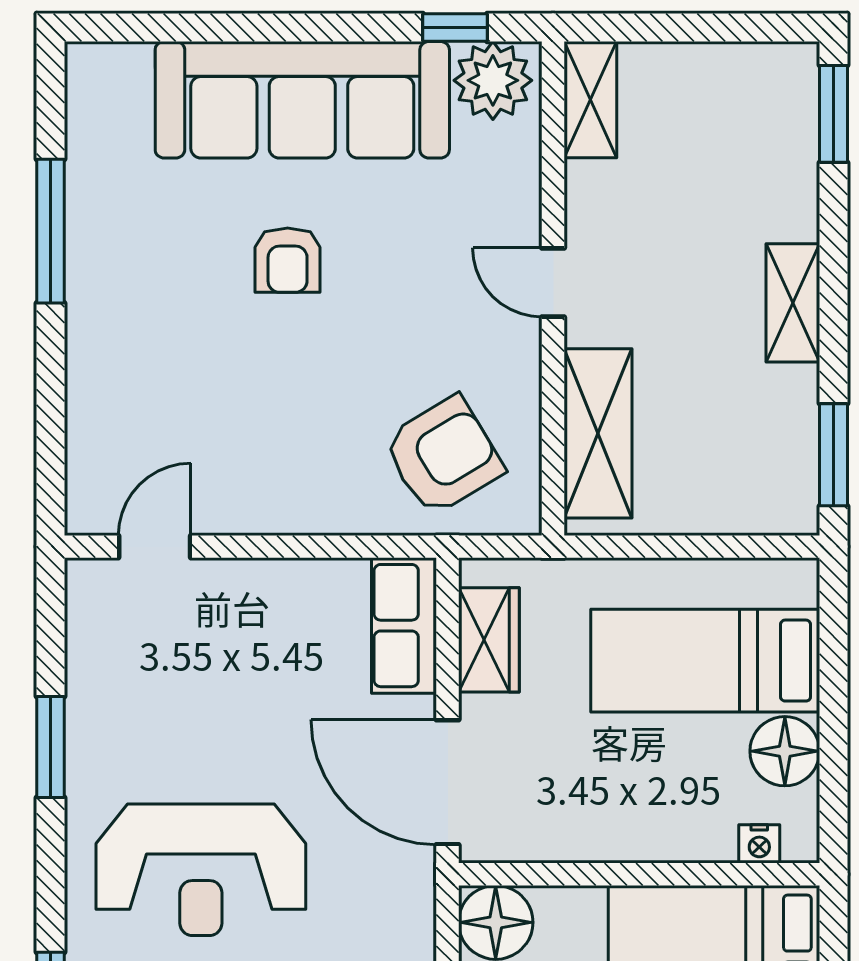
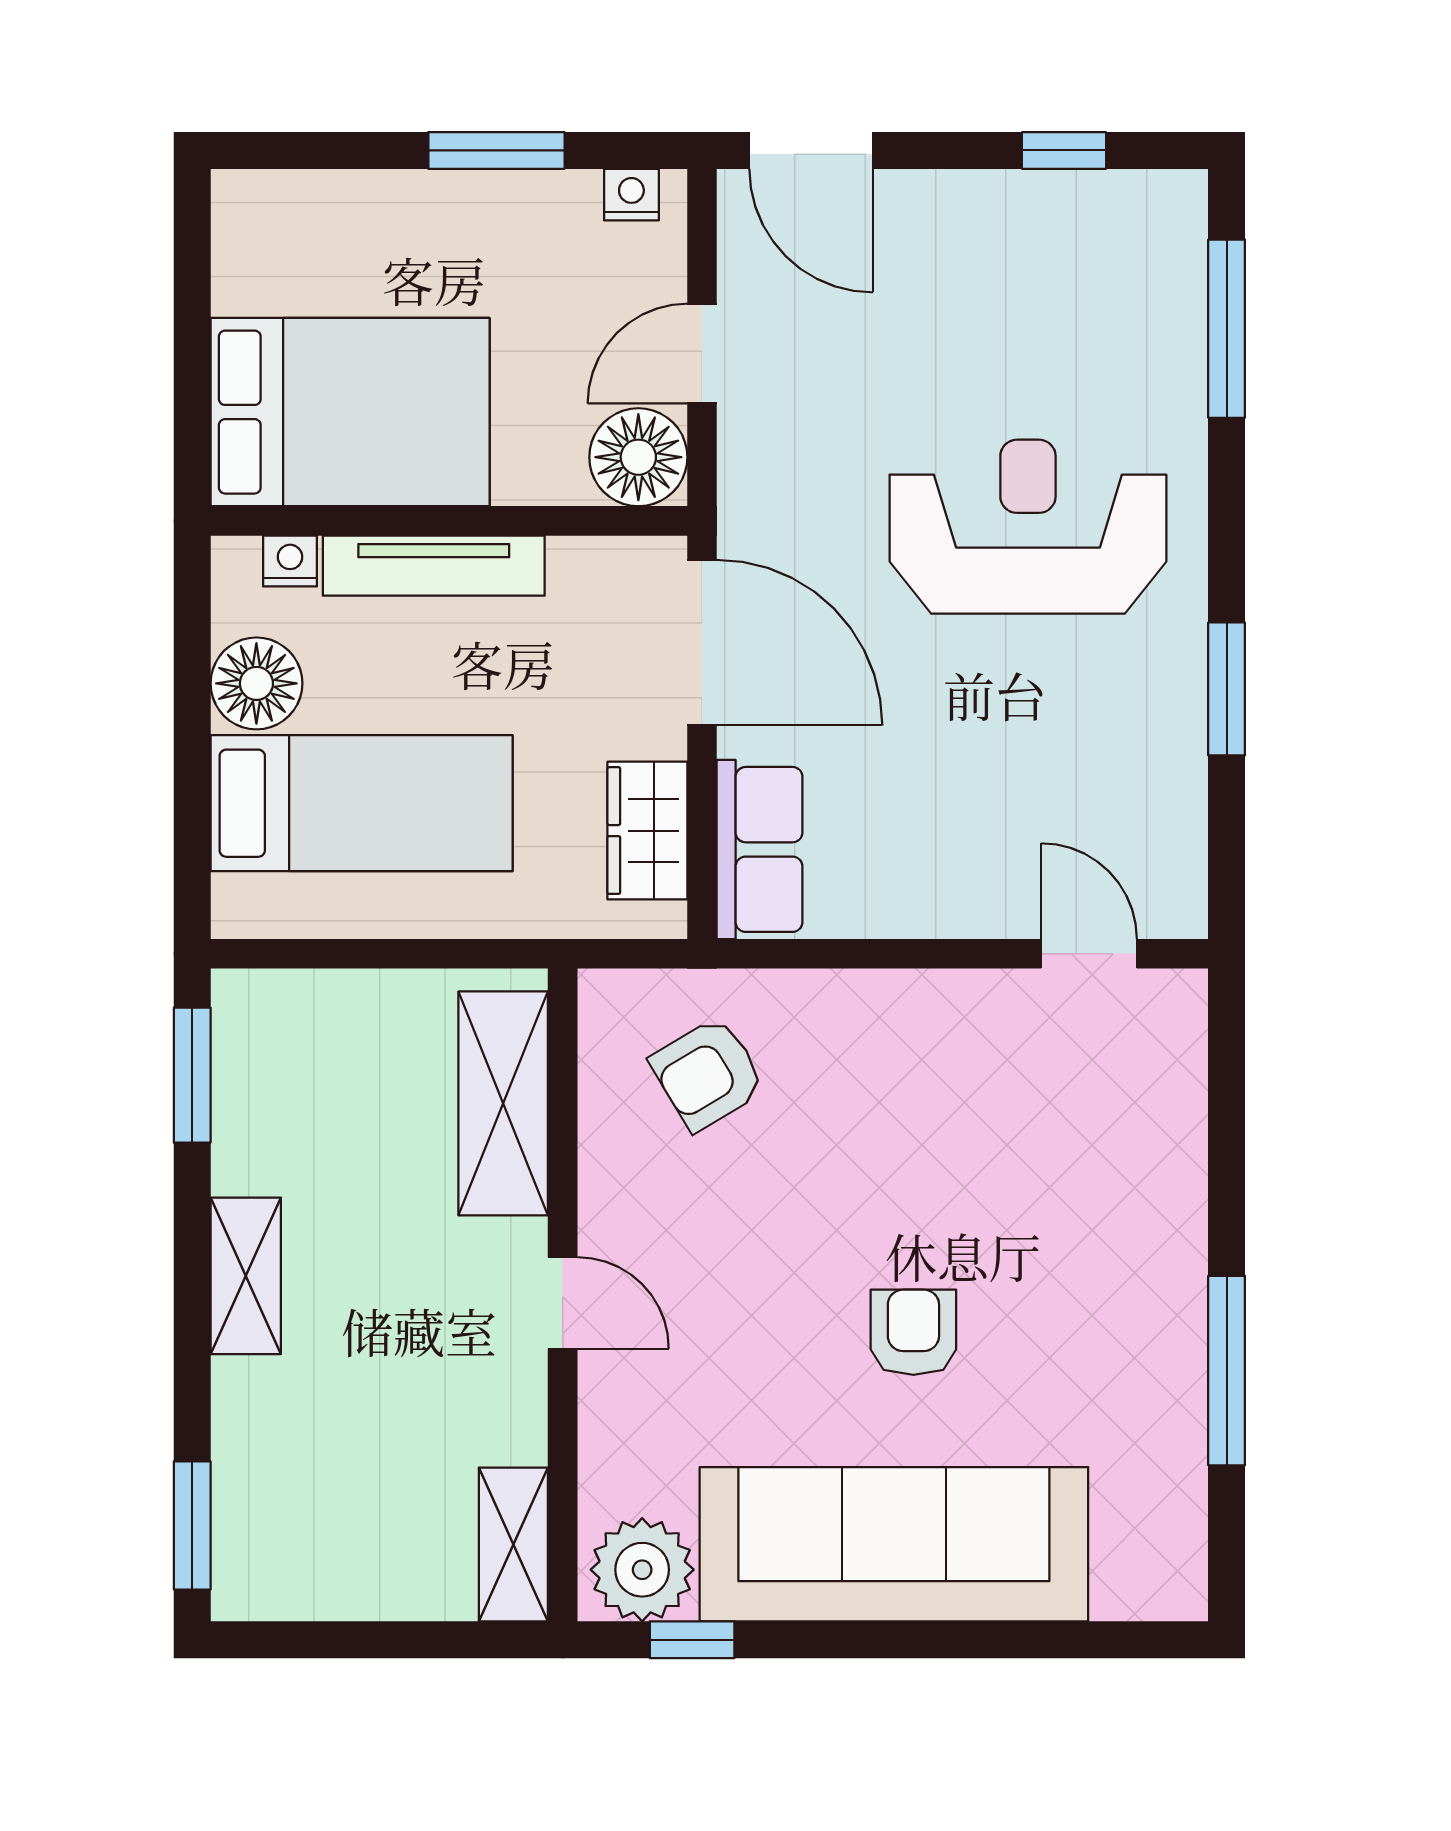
armchair: (443, 456) -> (708, 1074), width x0.72, depth x0.72
door: (155, 547) -> (1089, 954), swing flipped
tv unit: (651, 840) -> (434, 566), added

